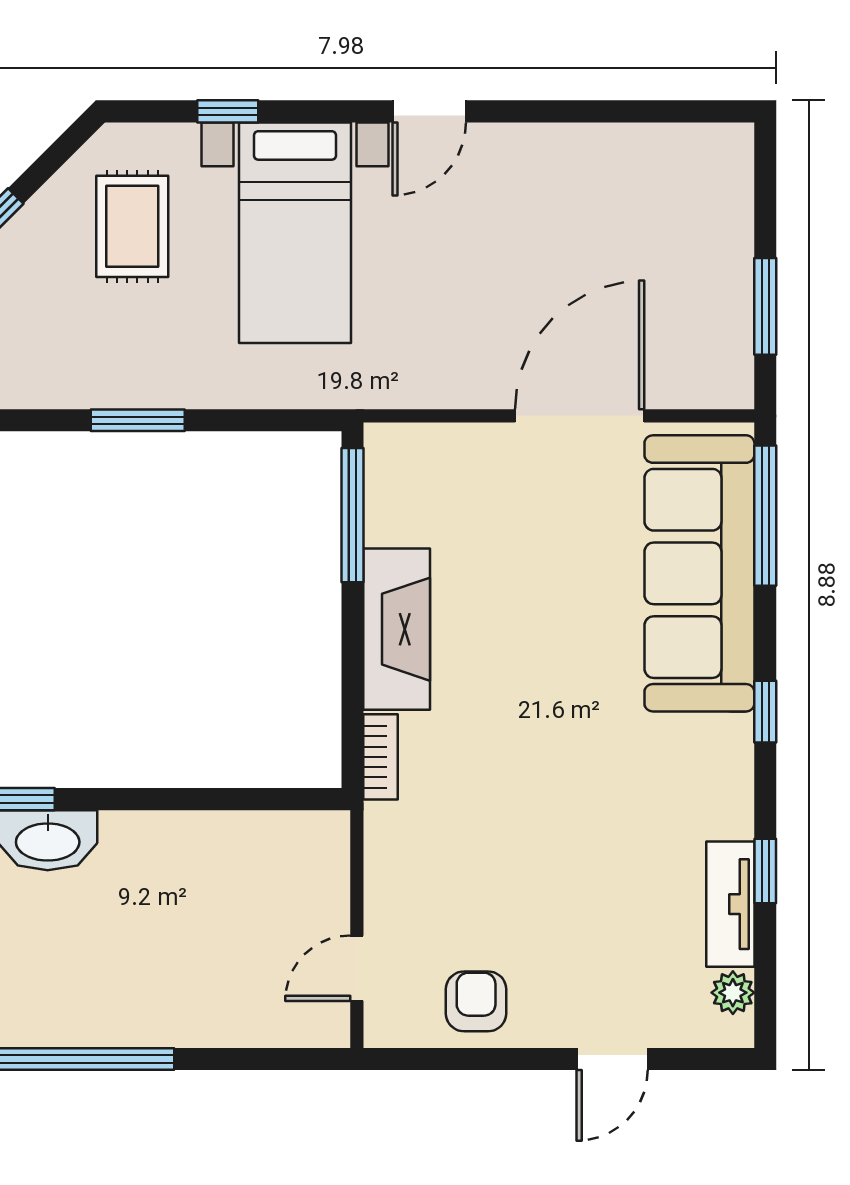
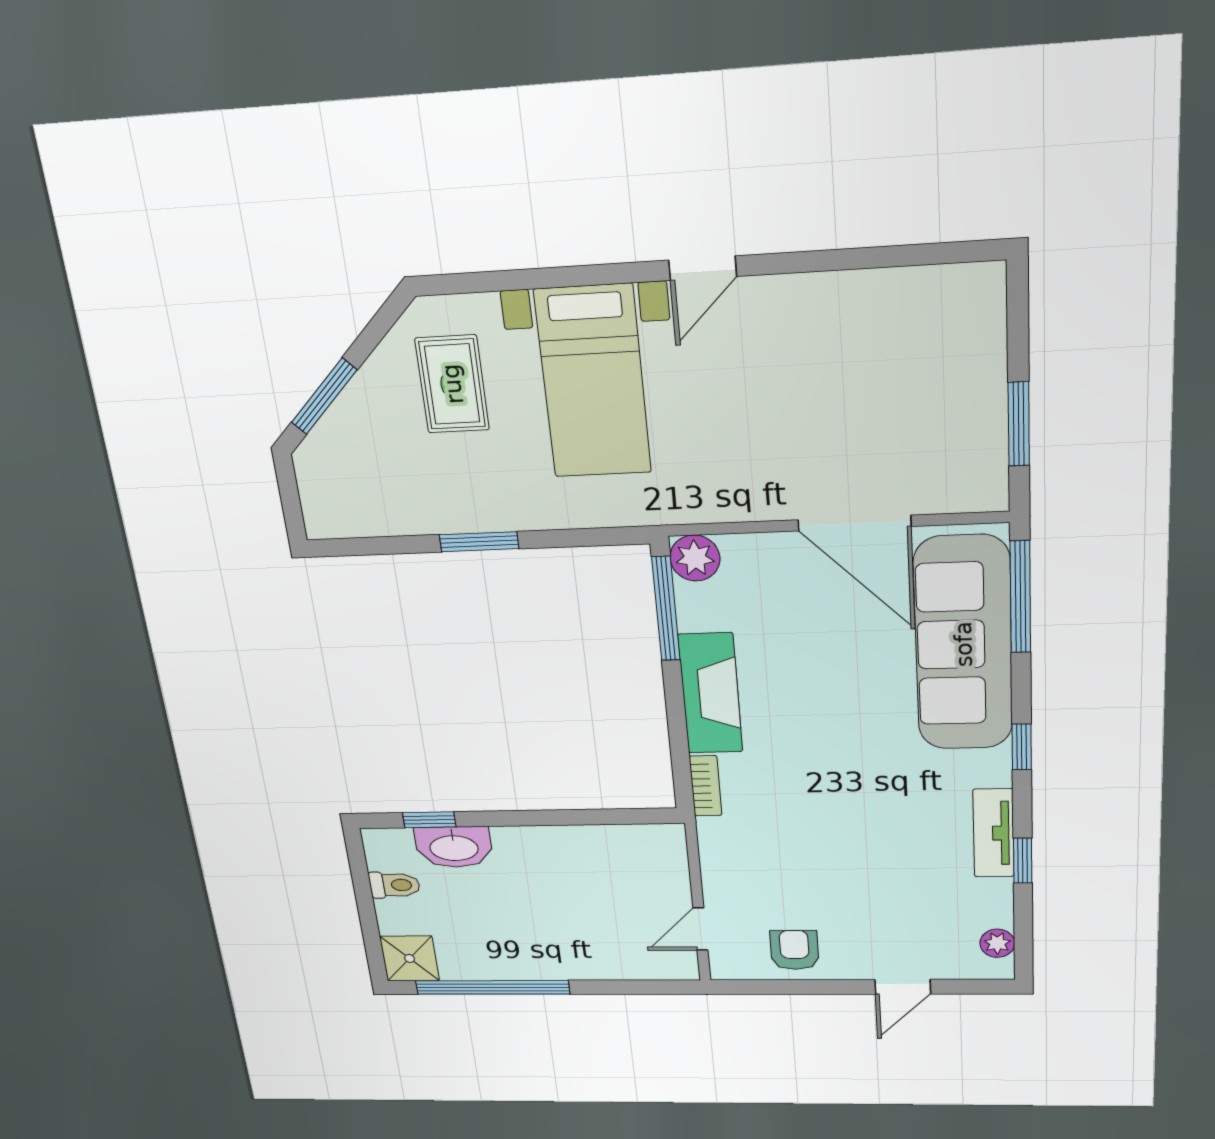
window: (228, 111) -> (522, 280), removed
door: (580, 416) -> (854, 523), swing flipped
plant: (393, 452) -> (695, 558), added
tv unit: (730, 904) -> (994, 833), moved

